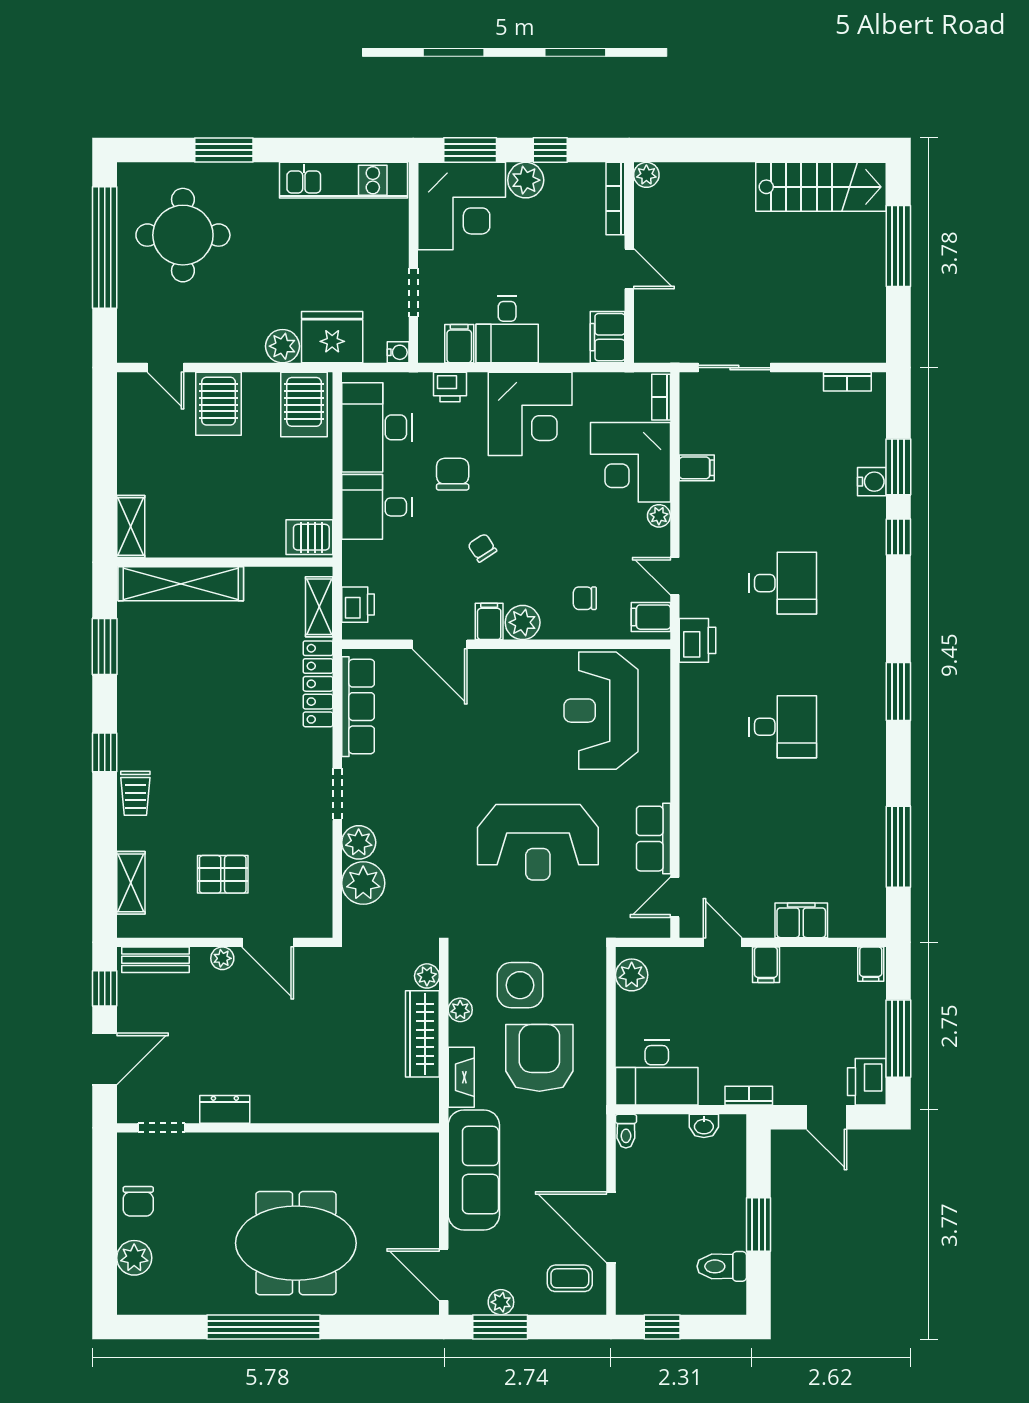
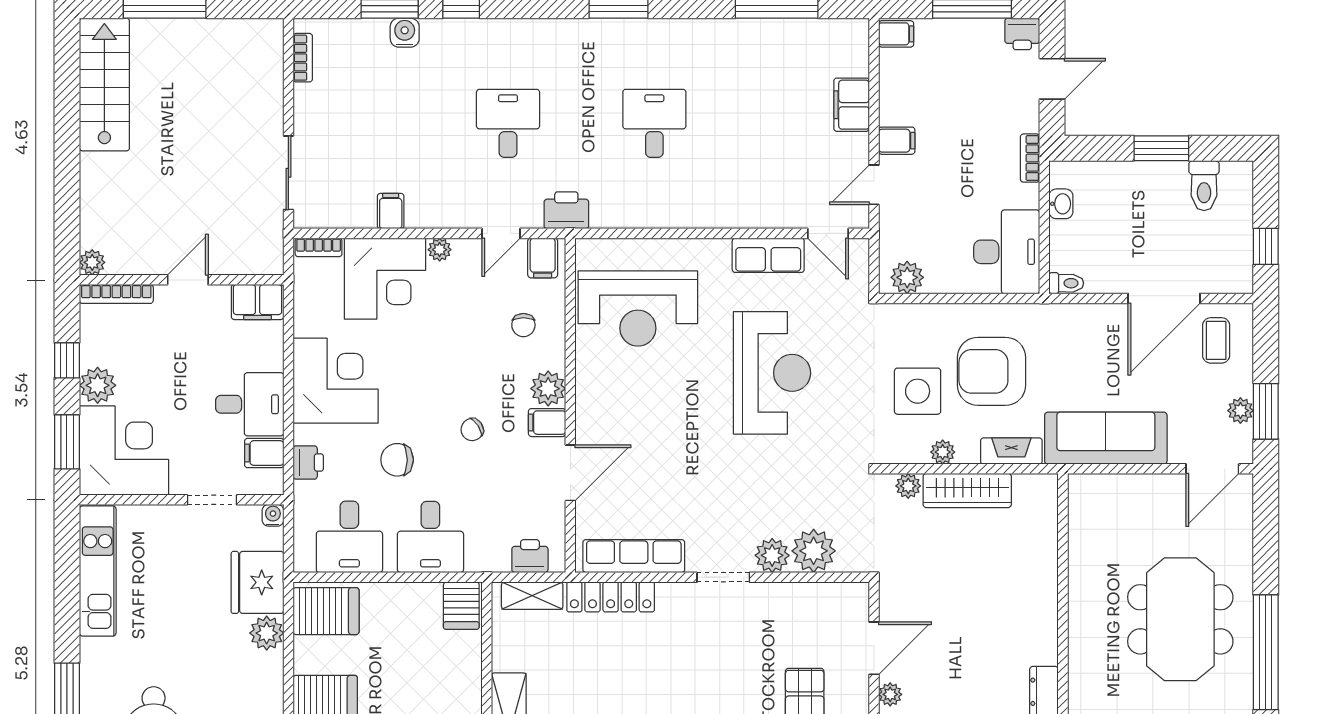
desk: (377, 427) -> (349, 537), width x0.73
printer: (867, 1082) -> (1022, 34), width x0.73, depth x0.81

